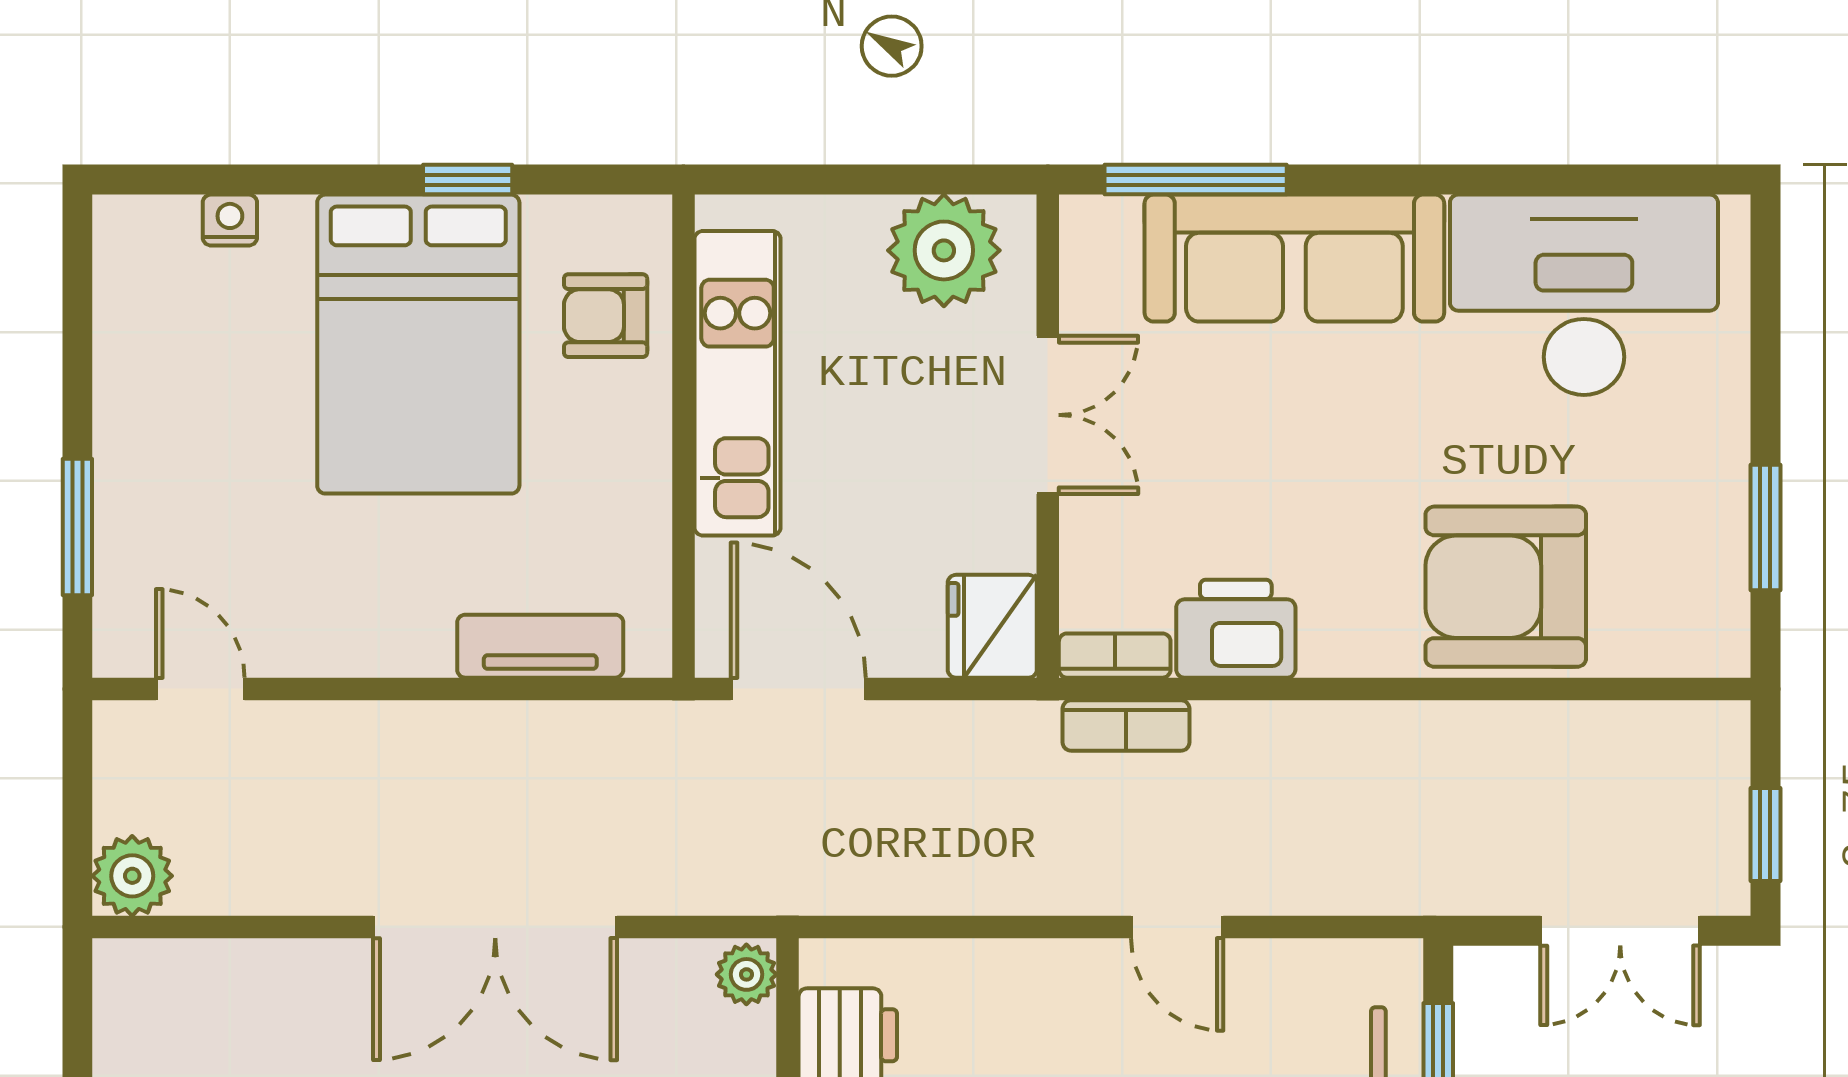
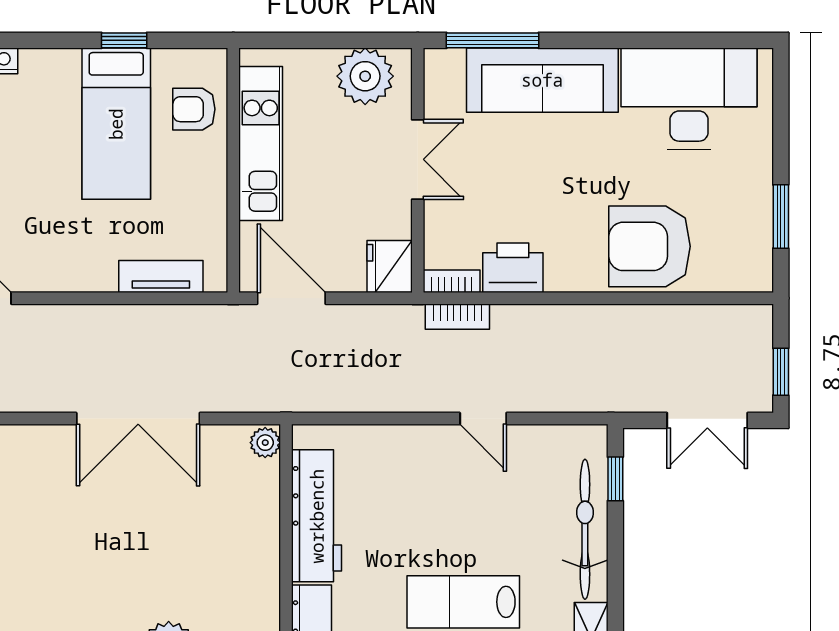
bed: (418, 344) -> (116, 124), width x0.67

